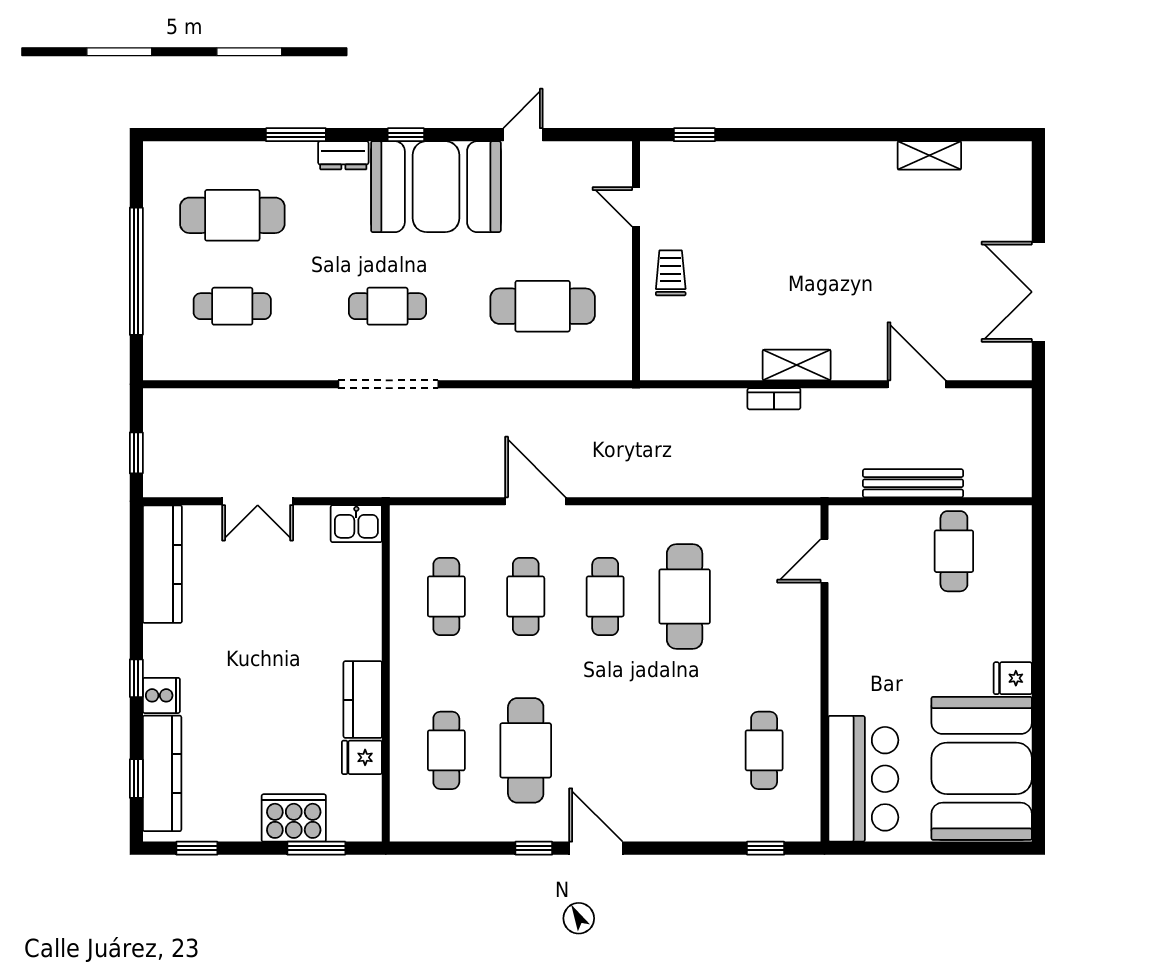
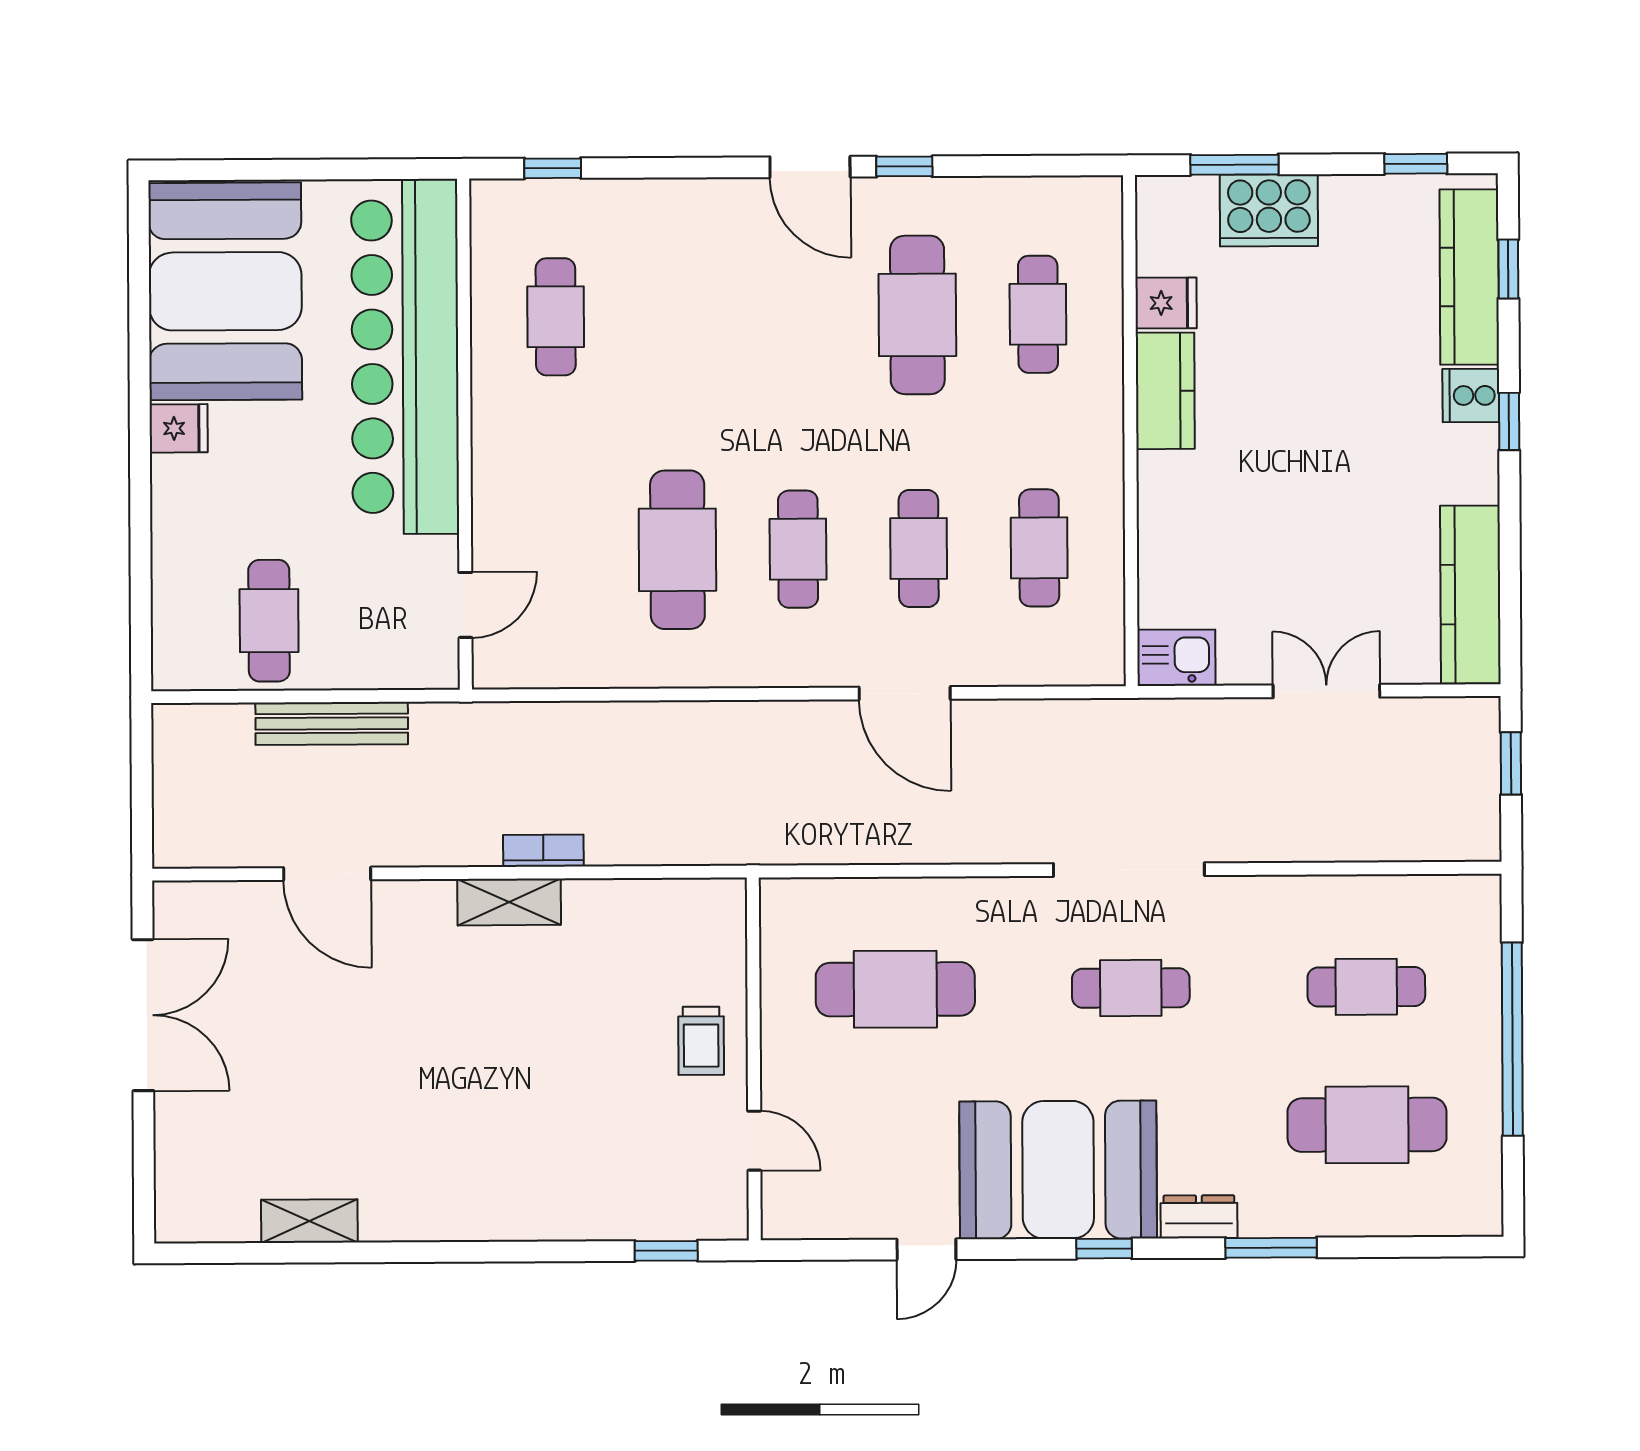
bar counter: (863, 779) -> (405, 357), width x1.86

